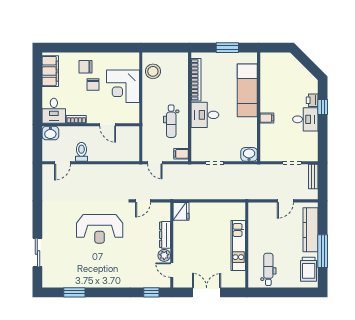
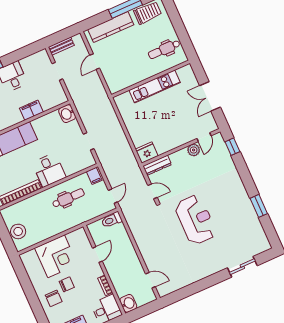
stool: (153, 71) -> (18, 231), moved
filing cabinet: (267, 118) -> (31, 110), width x2.00
toilet: (81, 152) -> (112, 220), moved
door: (285, 201) -> (95, 62), swing flipped
dresser: (165, 235) -> (157, 165), moved
window: (74, 292) -> (259, 206), moved

